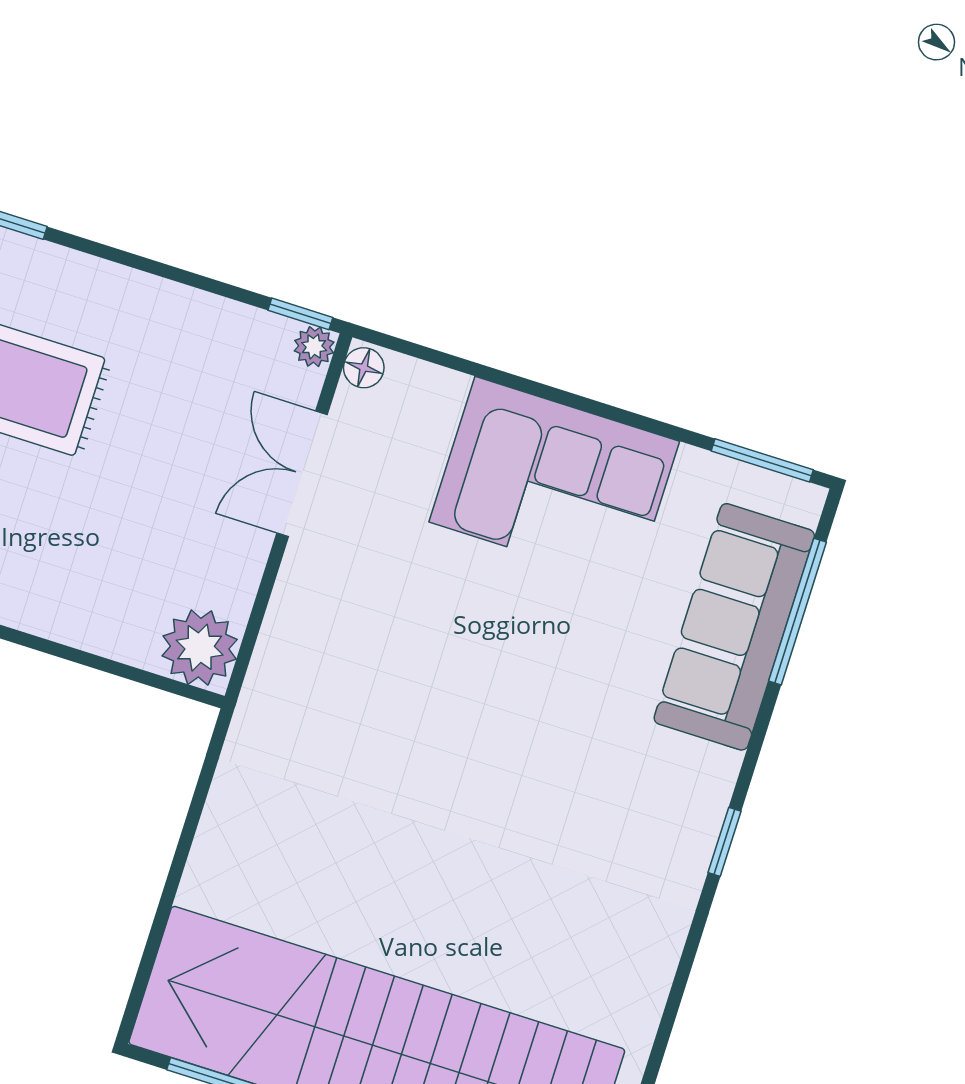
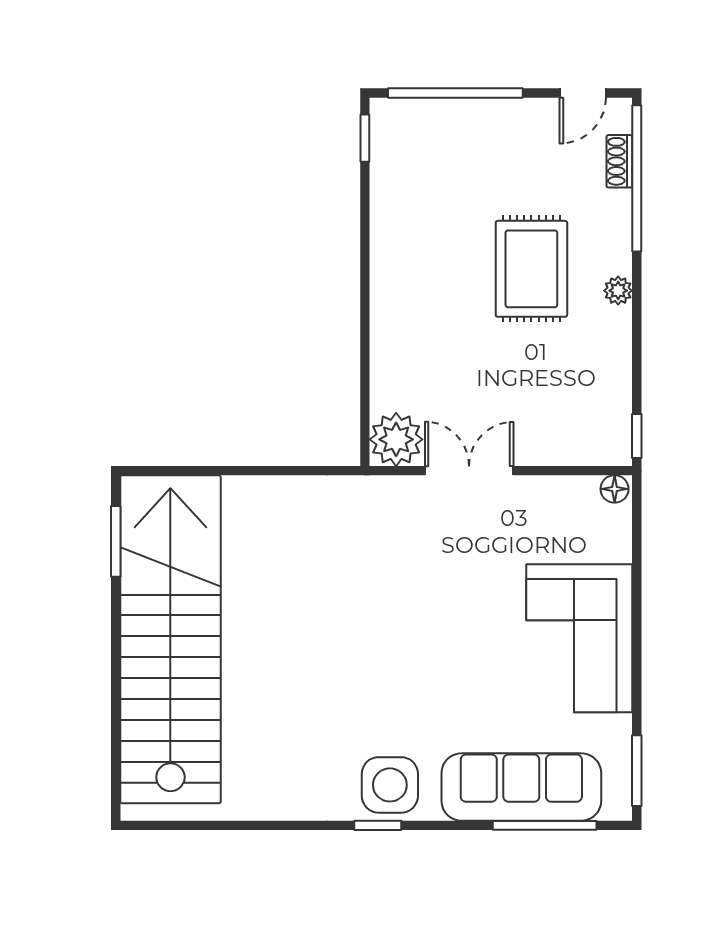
plant: (314, 347) -> (618, 291), moved
double door: (302, 474) -> (469, 471), moved
side table: (674, 807) -> (390, 785), added

